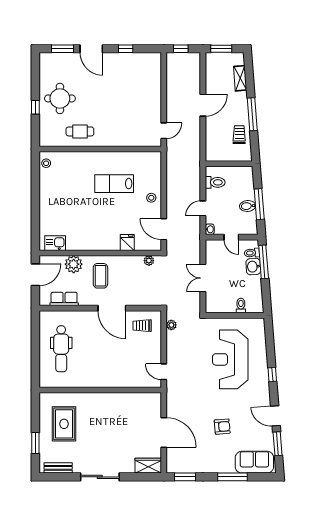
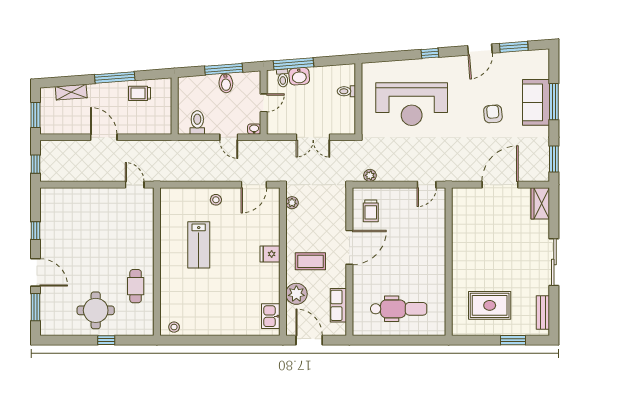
door: (91, 49) -> (35, 272), hinge flipped
fridge: (127, 242) -> (270, 254), moved
sofa: (254, 462) -> (536, 102), moved

